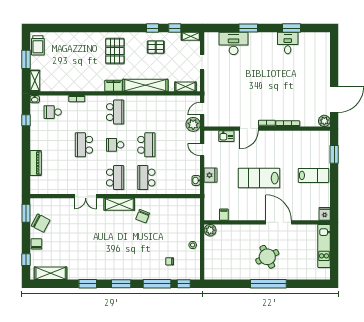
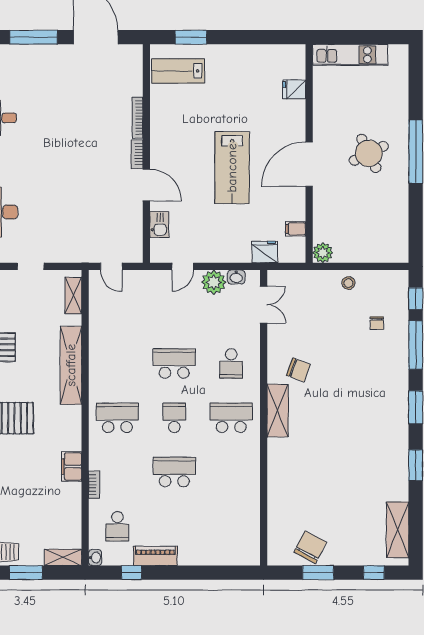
window: (334, 64) -> (33, 37), added
filing cabinet: (113, 86) -> (72, 467), moved
plant: (324, 121) -> (133, 54), removed
plant: (193, 124) -> (214, 282), moved
school desk: (84, 145) -> (174, 472), turned 180
school desk: (115, 145) -> (174, 418), turned 180
piano: (36, 163) -> (155, 556), moved
fridge: (210, 175) -> (265, 252), moved
lab bench: (313, 175) -> (178, 71), moved, turned -90
school desk: (146, 178) -> (231, 364), width x0.54
double door: (86, 196) -> (264, 305), moved
window: (26, 213) -> (318, 573), moved
fridge: (325, 214) -> (294, 89), moved
door: (279, 222) -> (309, 164), moved
chair: (36, 244) -> (346, 555), removed

